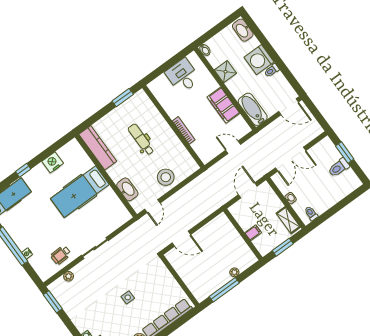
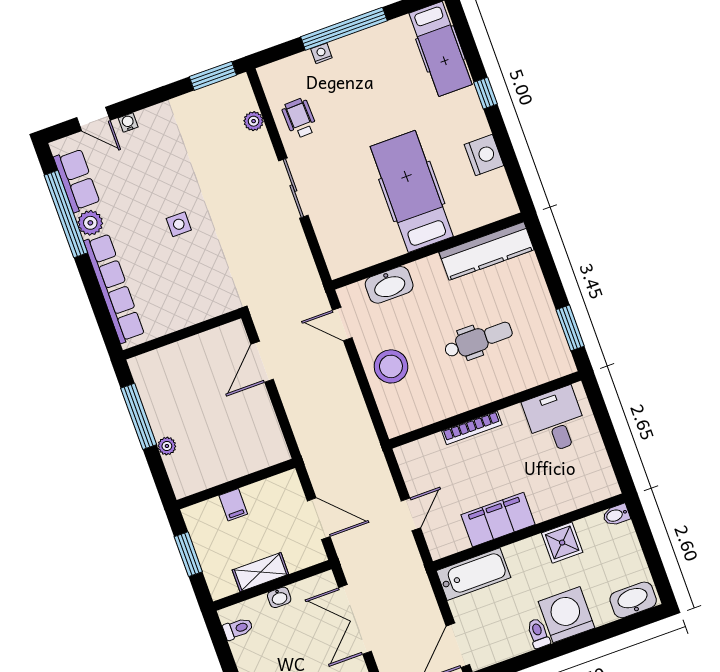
desk: (183, 76) -> (556, 420), moved, turned -90
shelving: (288, 220) -> (260, 572), moved

